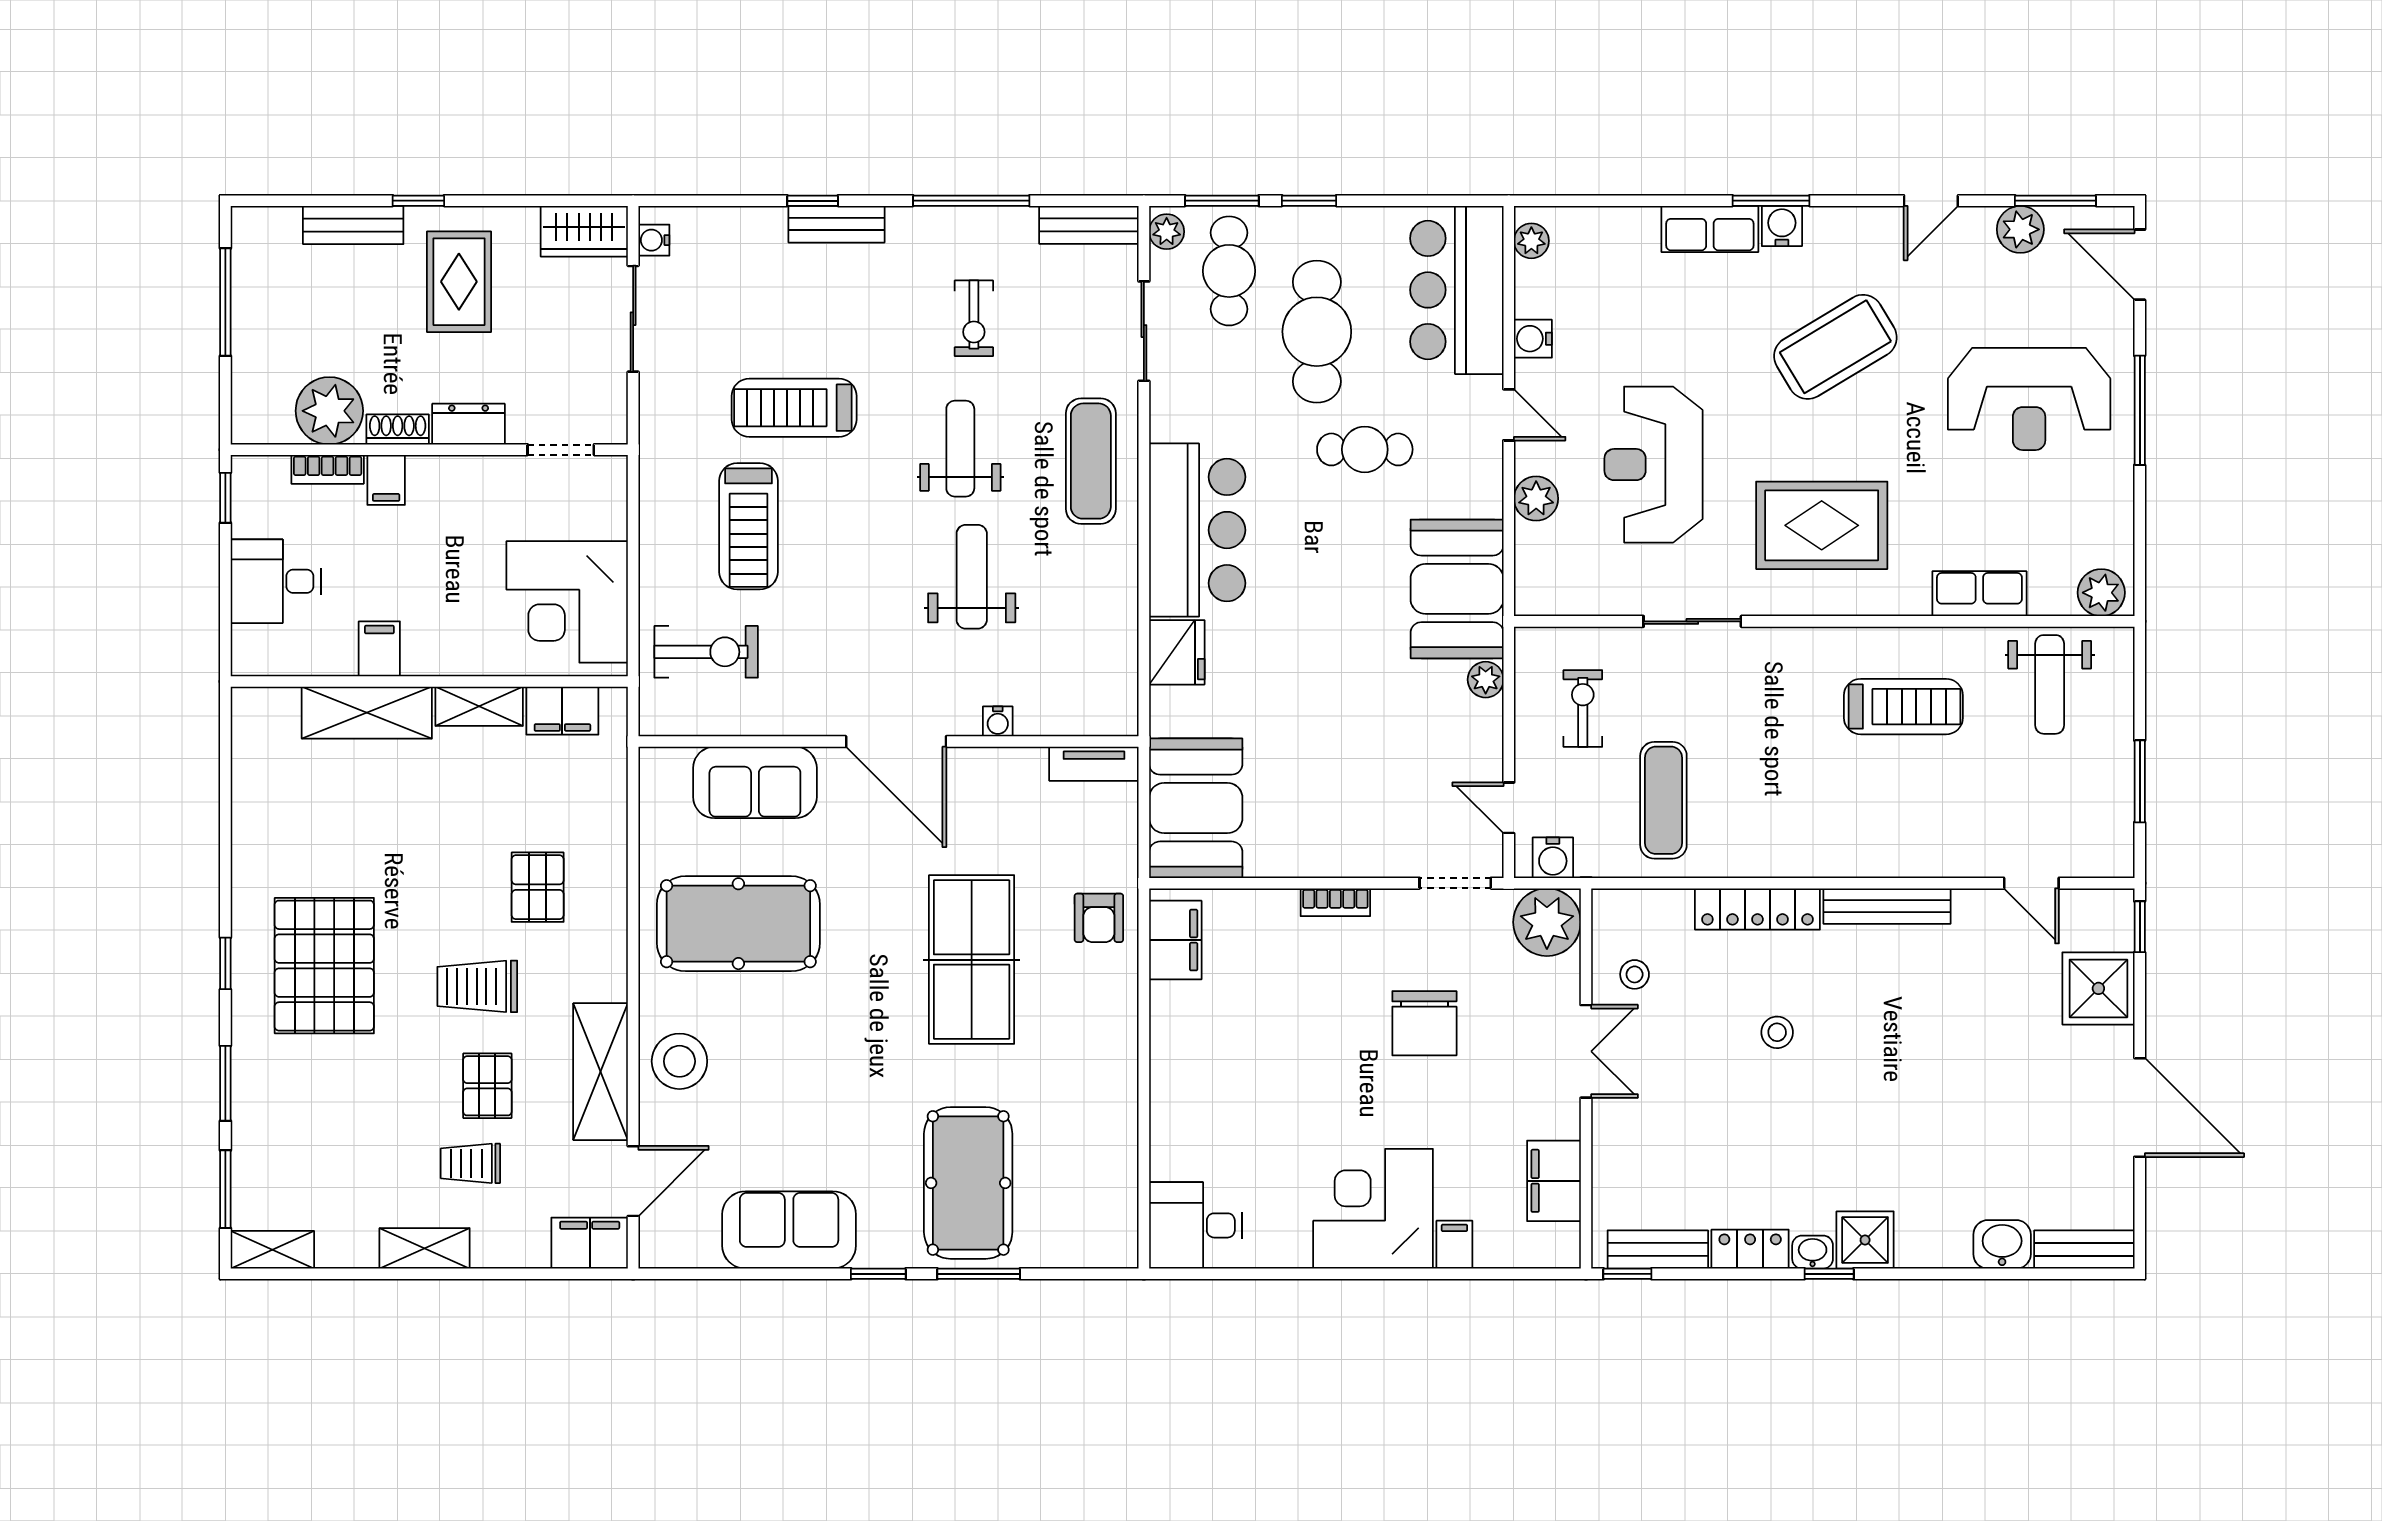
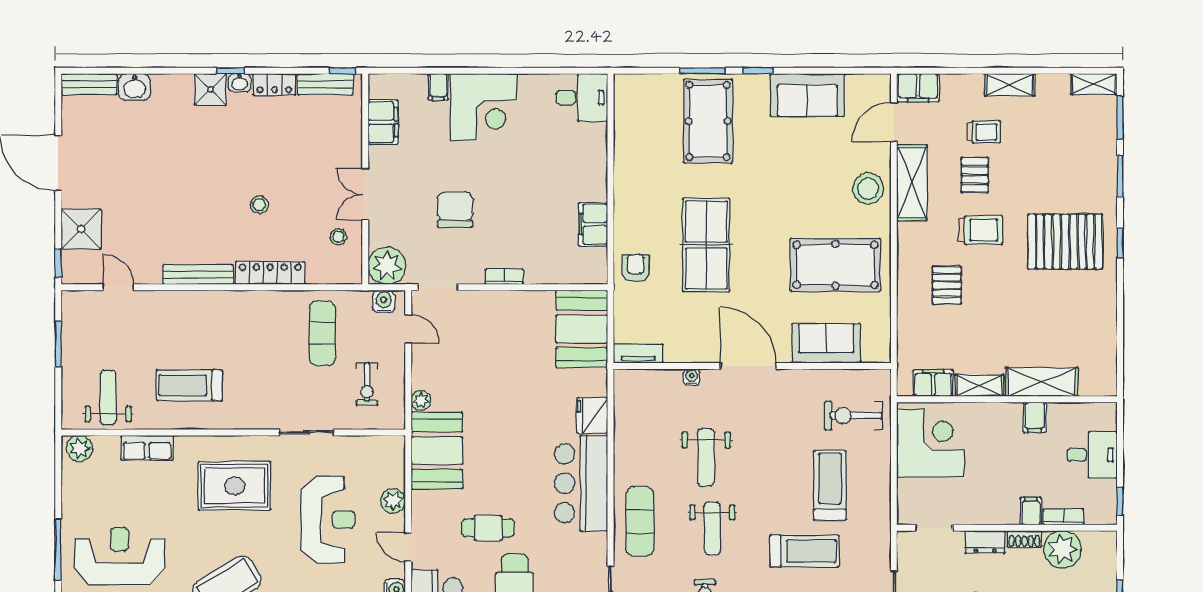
filing cabinet: (1175, 940) -> (593, 224), moved
pallet: (324, 966) -> (1065, 242), turned 90

